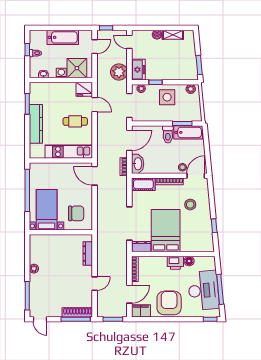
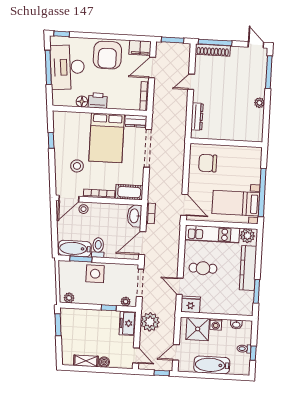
side table: (167, 97) -> (95, 274), moved
plant: (38, 152) -> (247, 236), added
bed with nightstands: (47, 210) -> (236, 203), moved, turned 90

